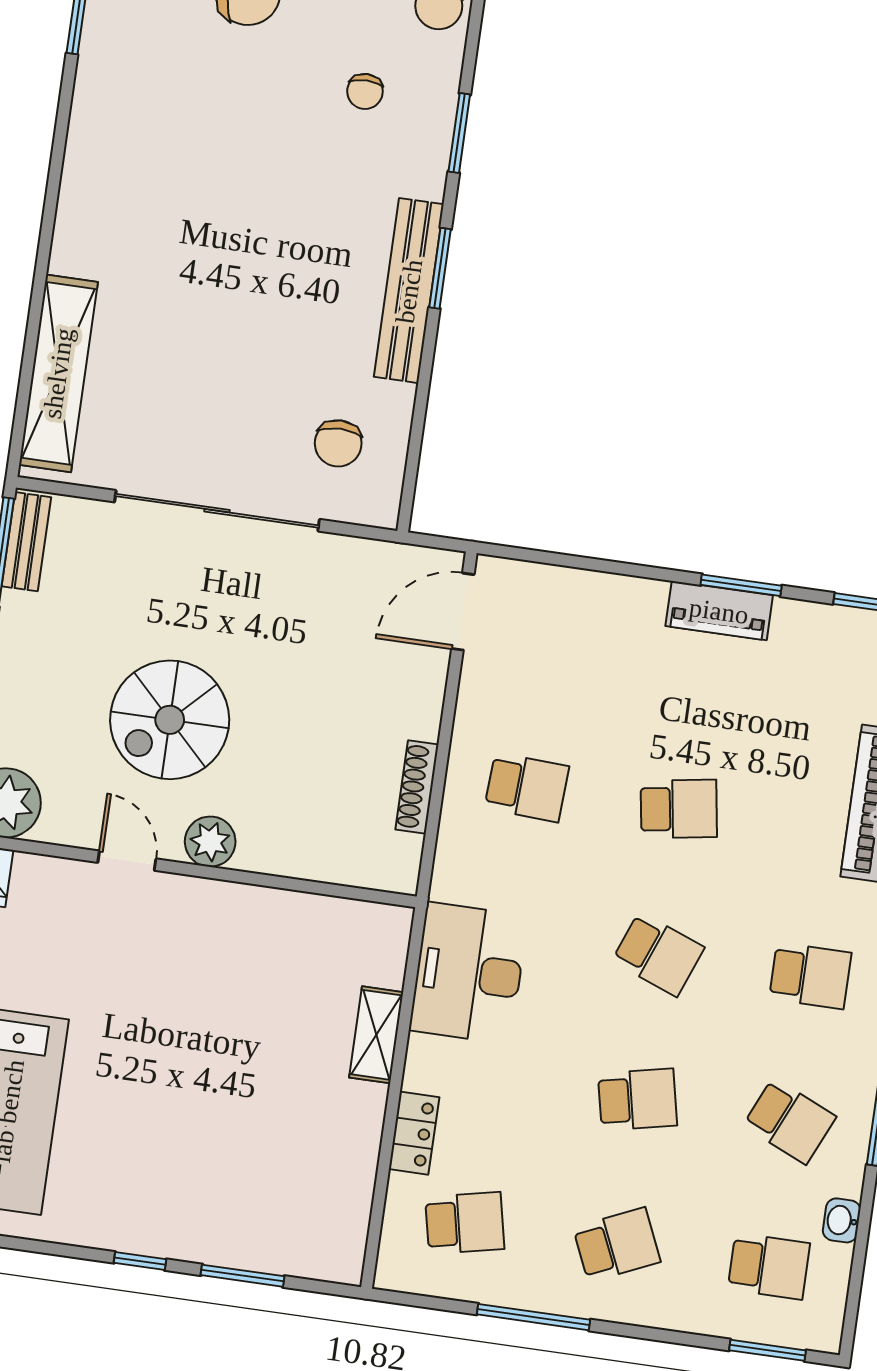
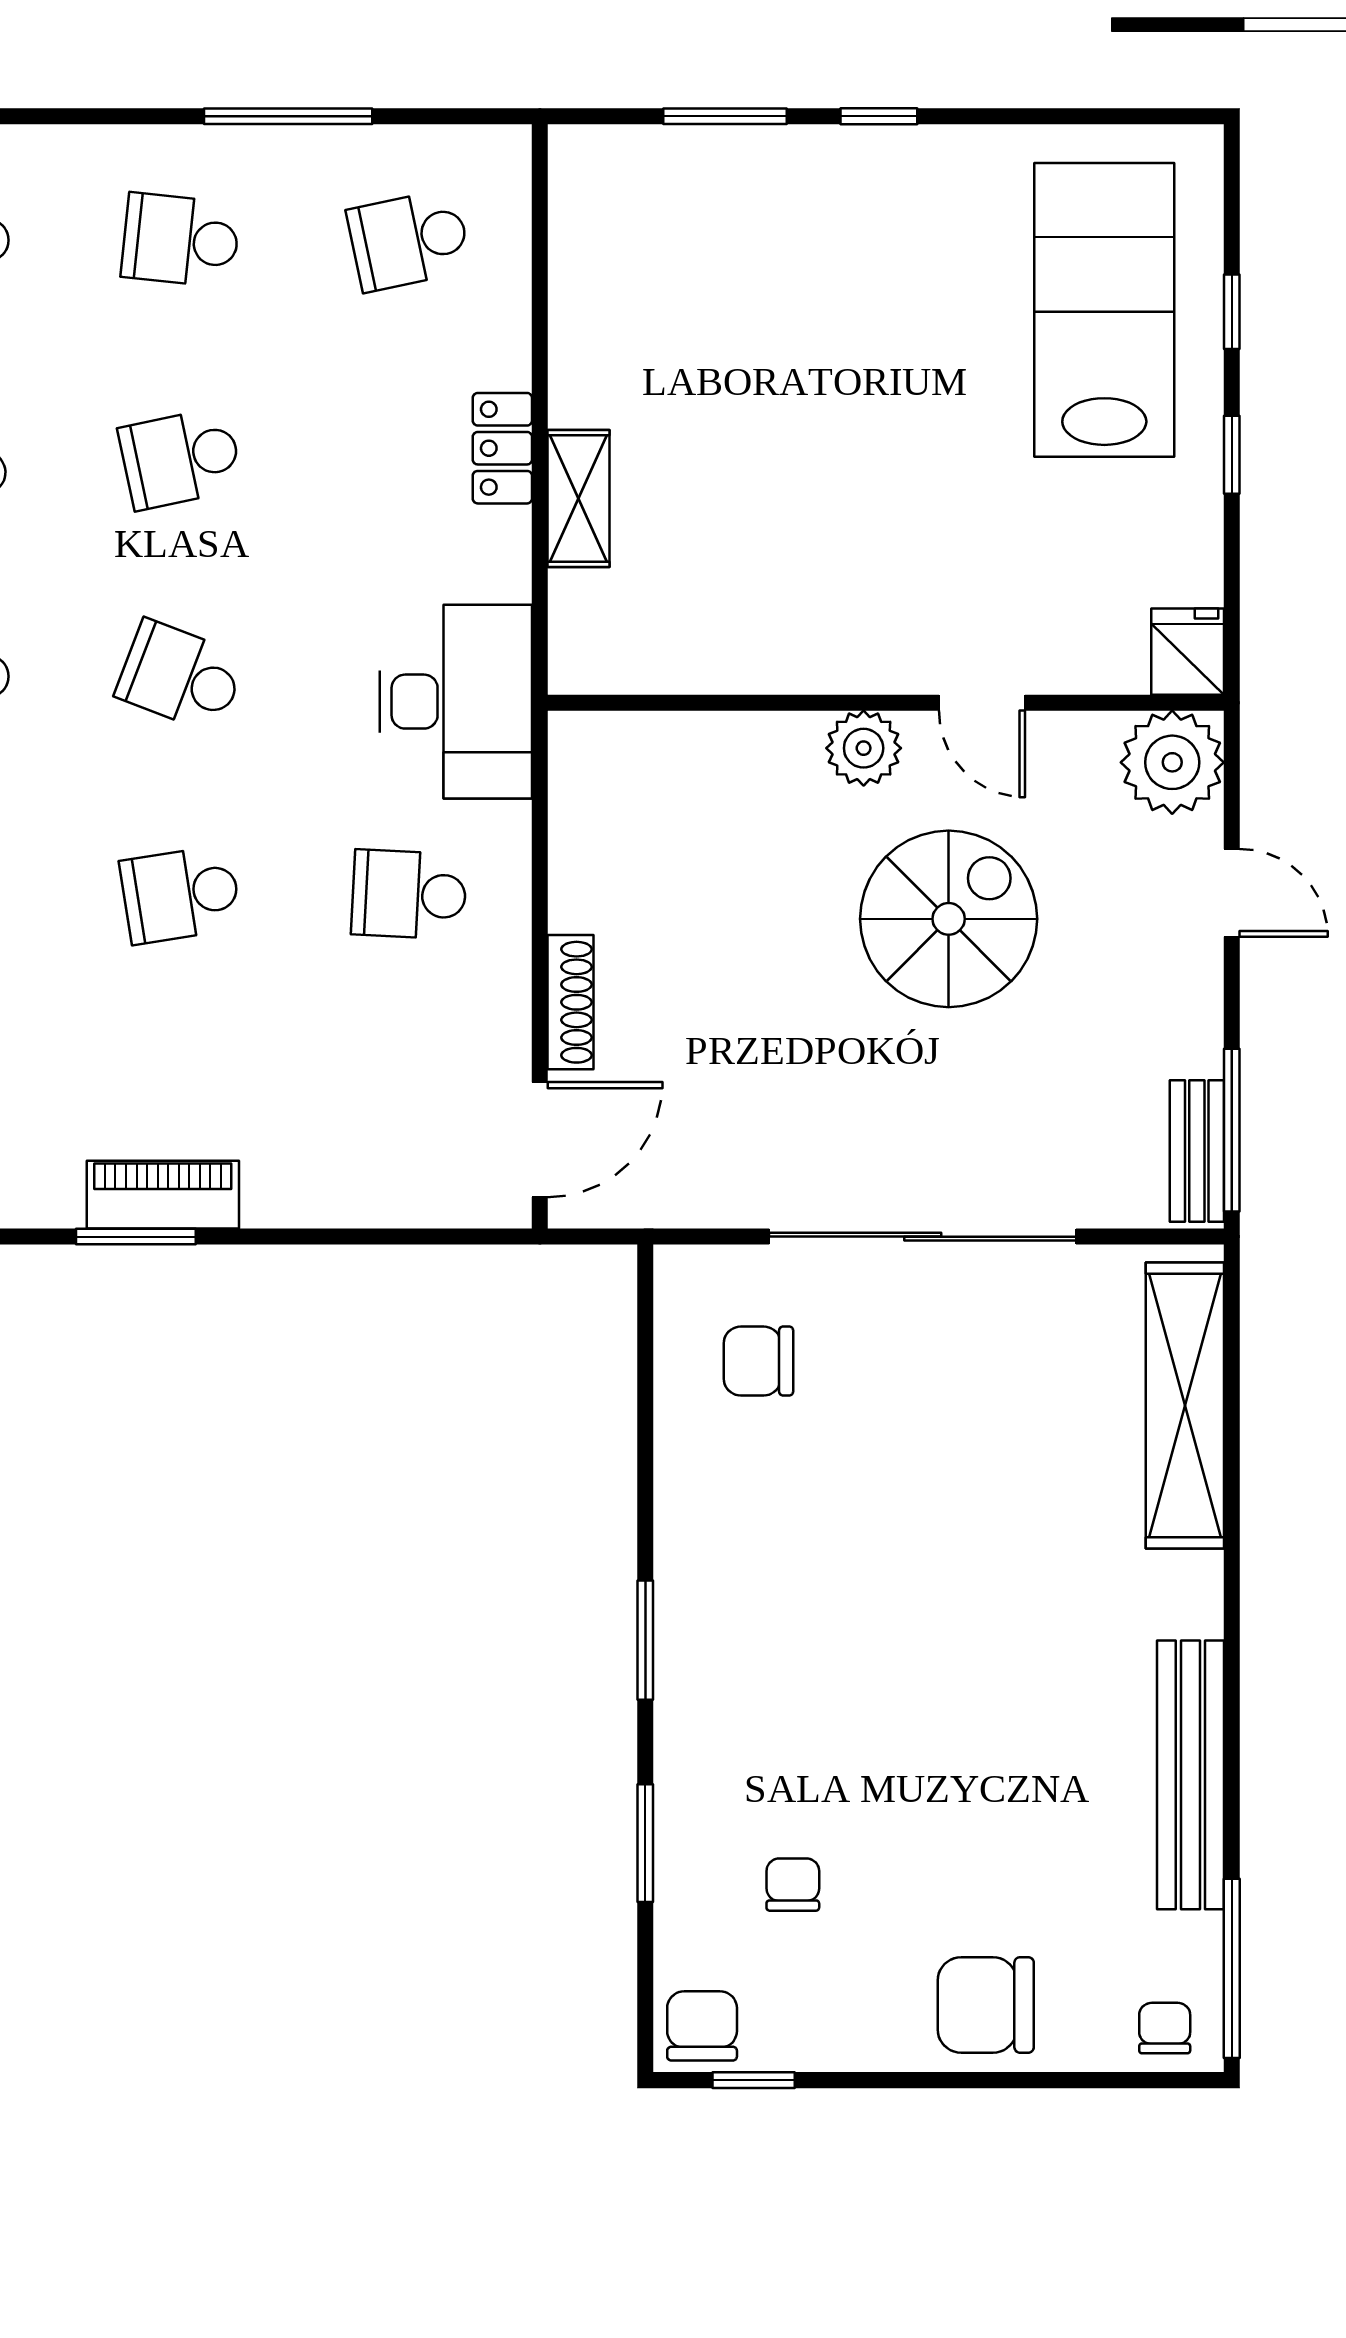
bench: (409, 291) -> (1190, 1775), moved
chair: (338, 443) -> (758, 1361), turned -90
shoe rack: (417, 787) -> (571, 1002), moved
desk: (469, 973) -> (456, 702), moved
locker: (414, 1133) -> (502, 448), moved
school desk: (617, 1245) -> (181, 240), turned 30

